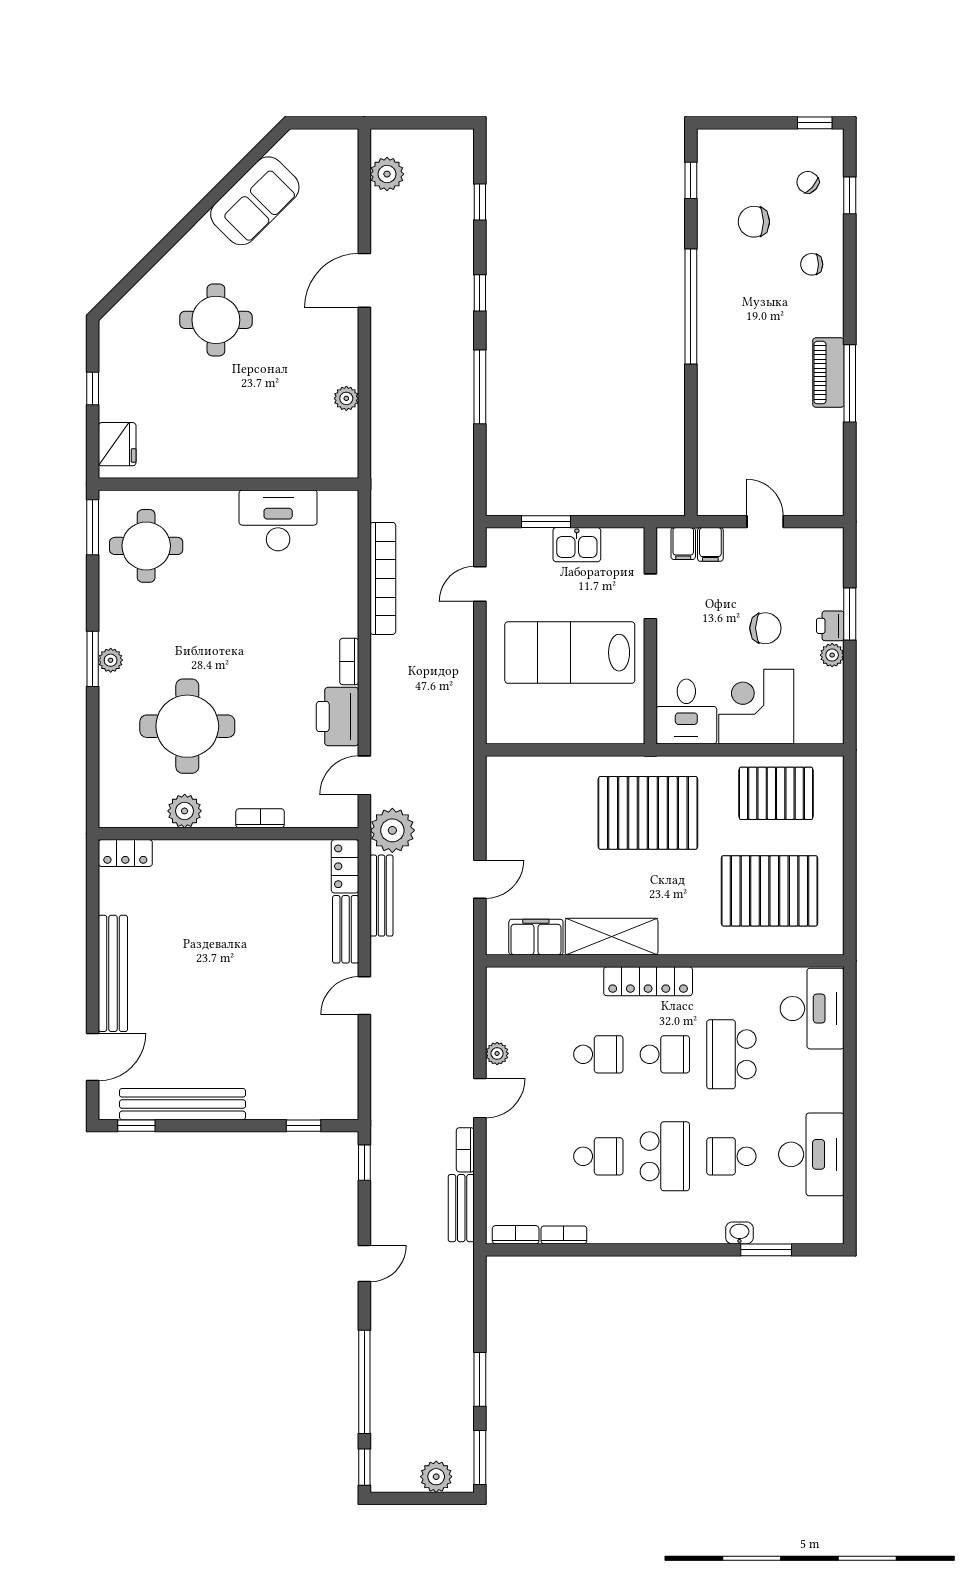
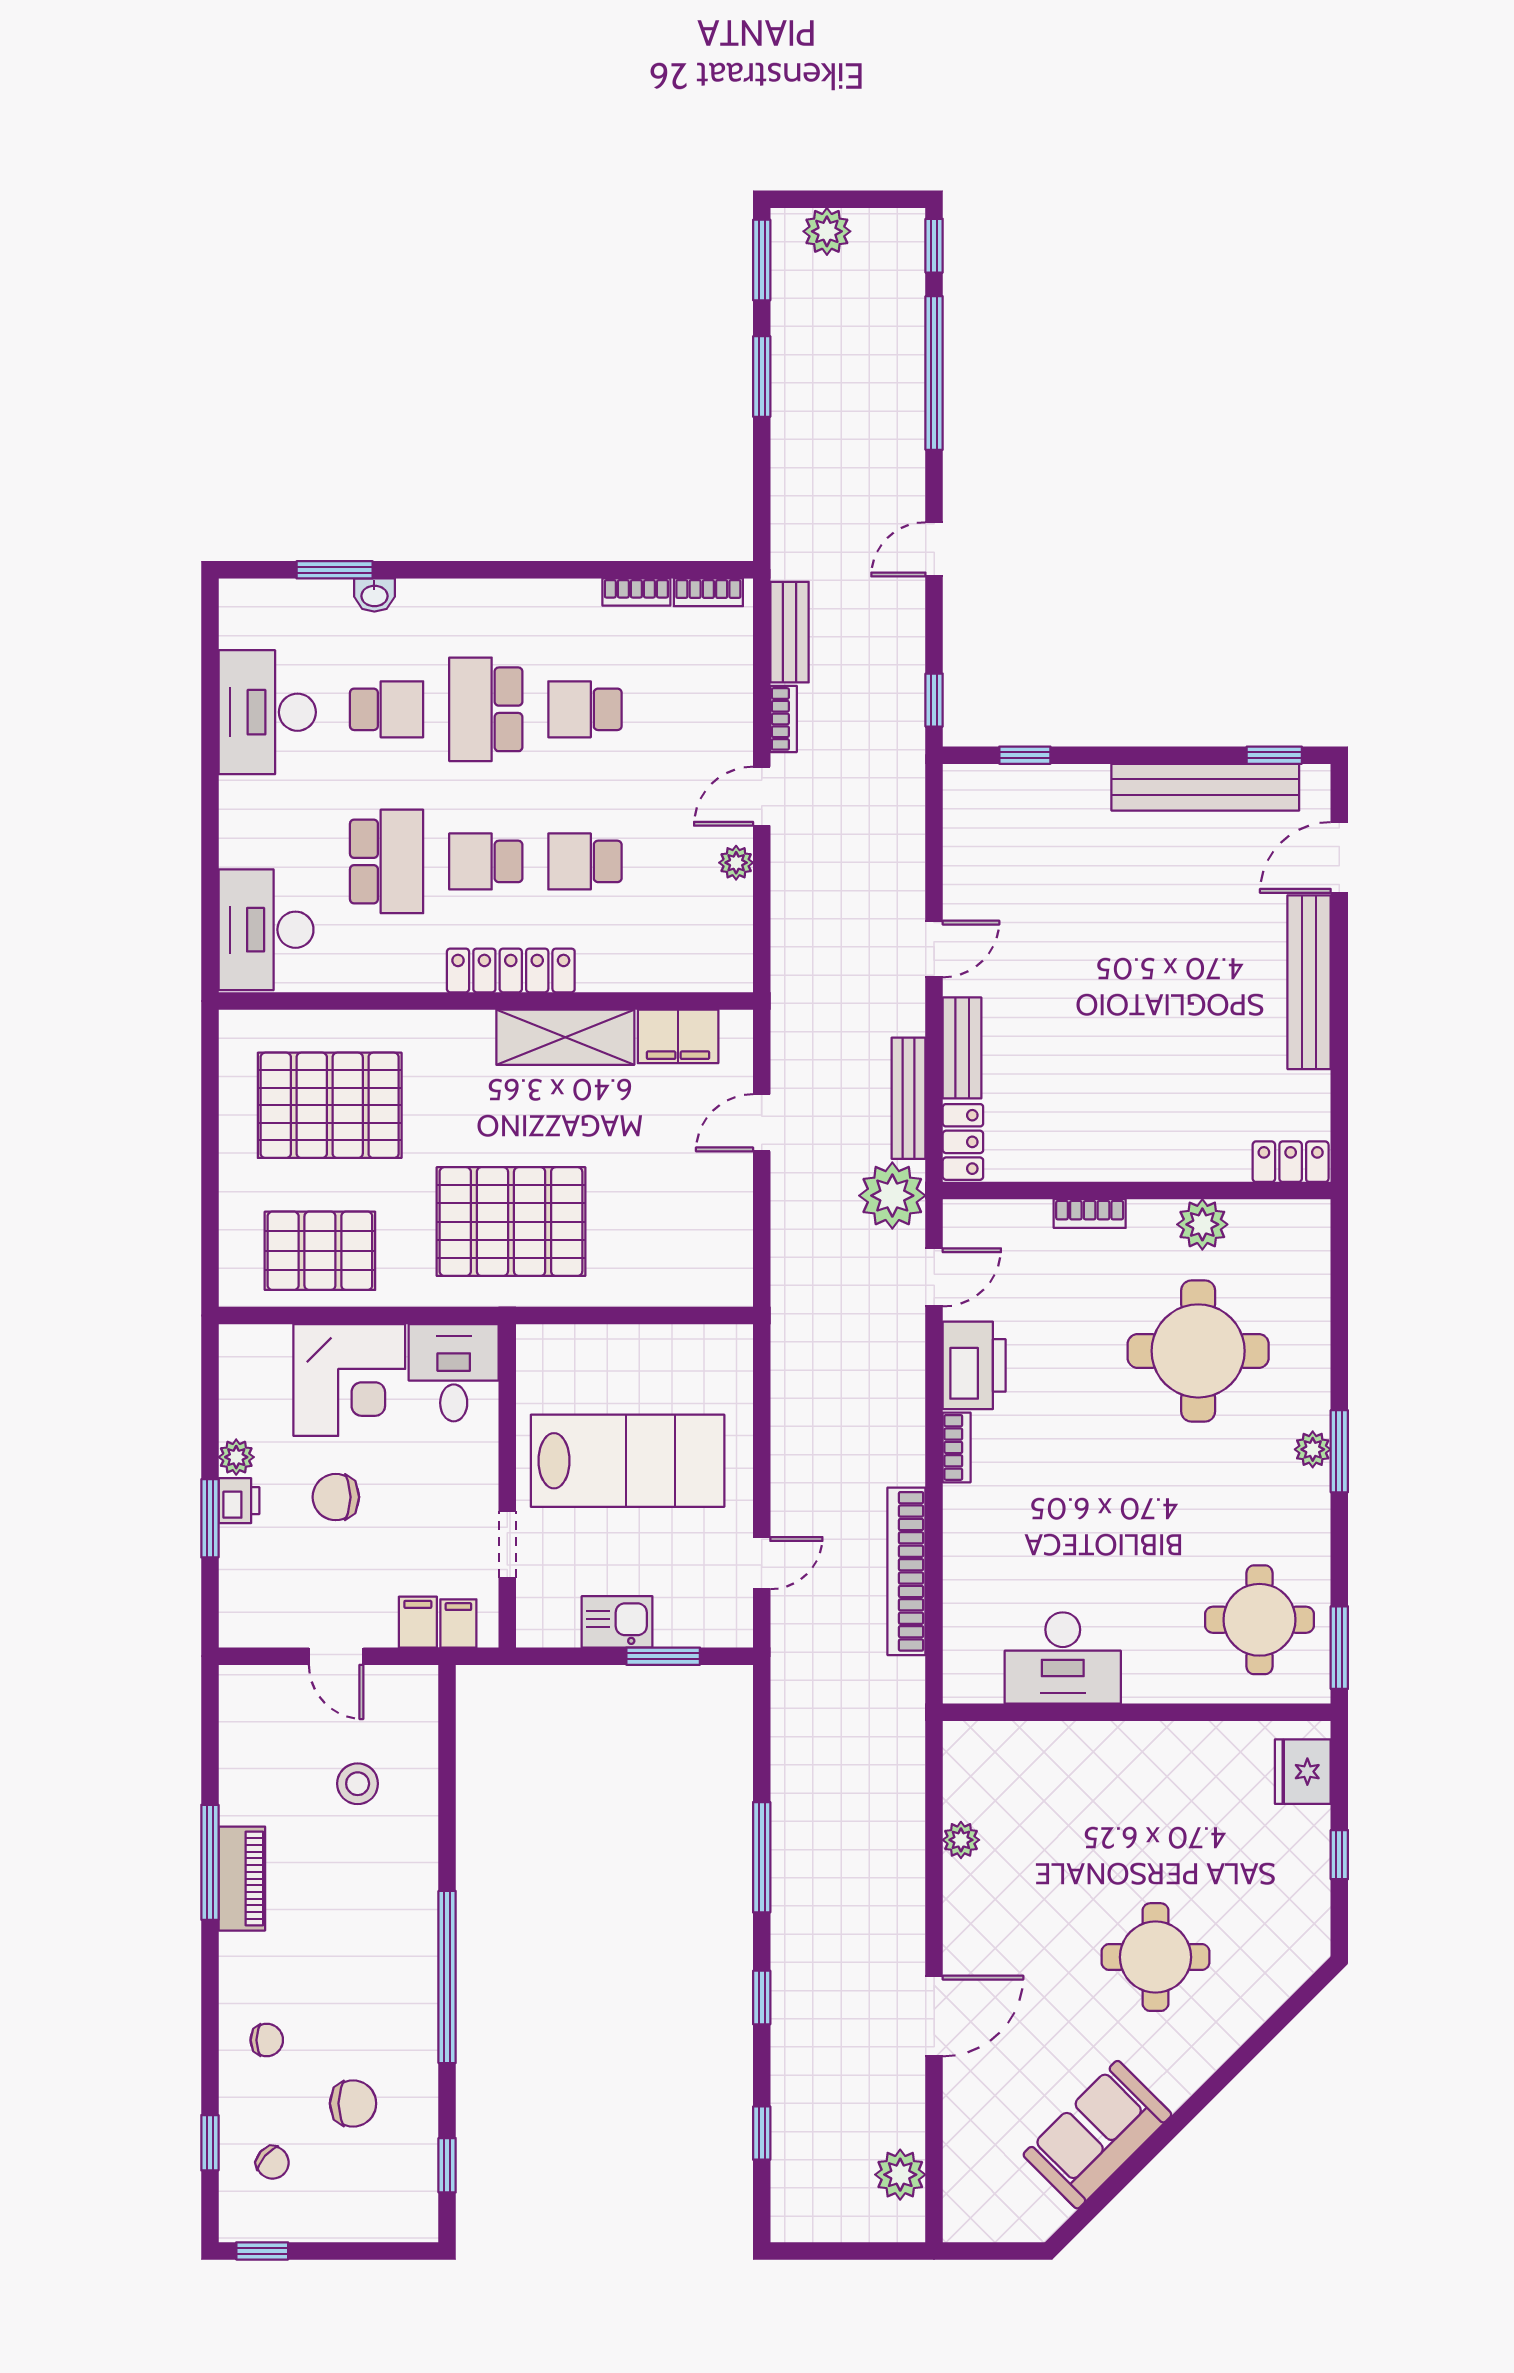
stool: (751, 436) -> (358, 1784), added

